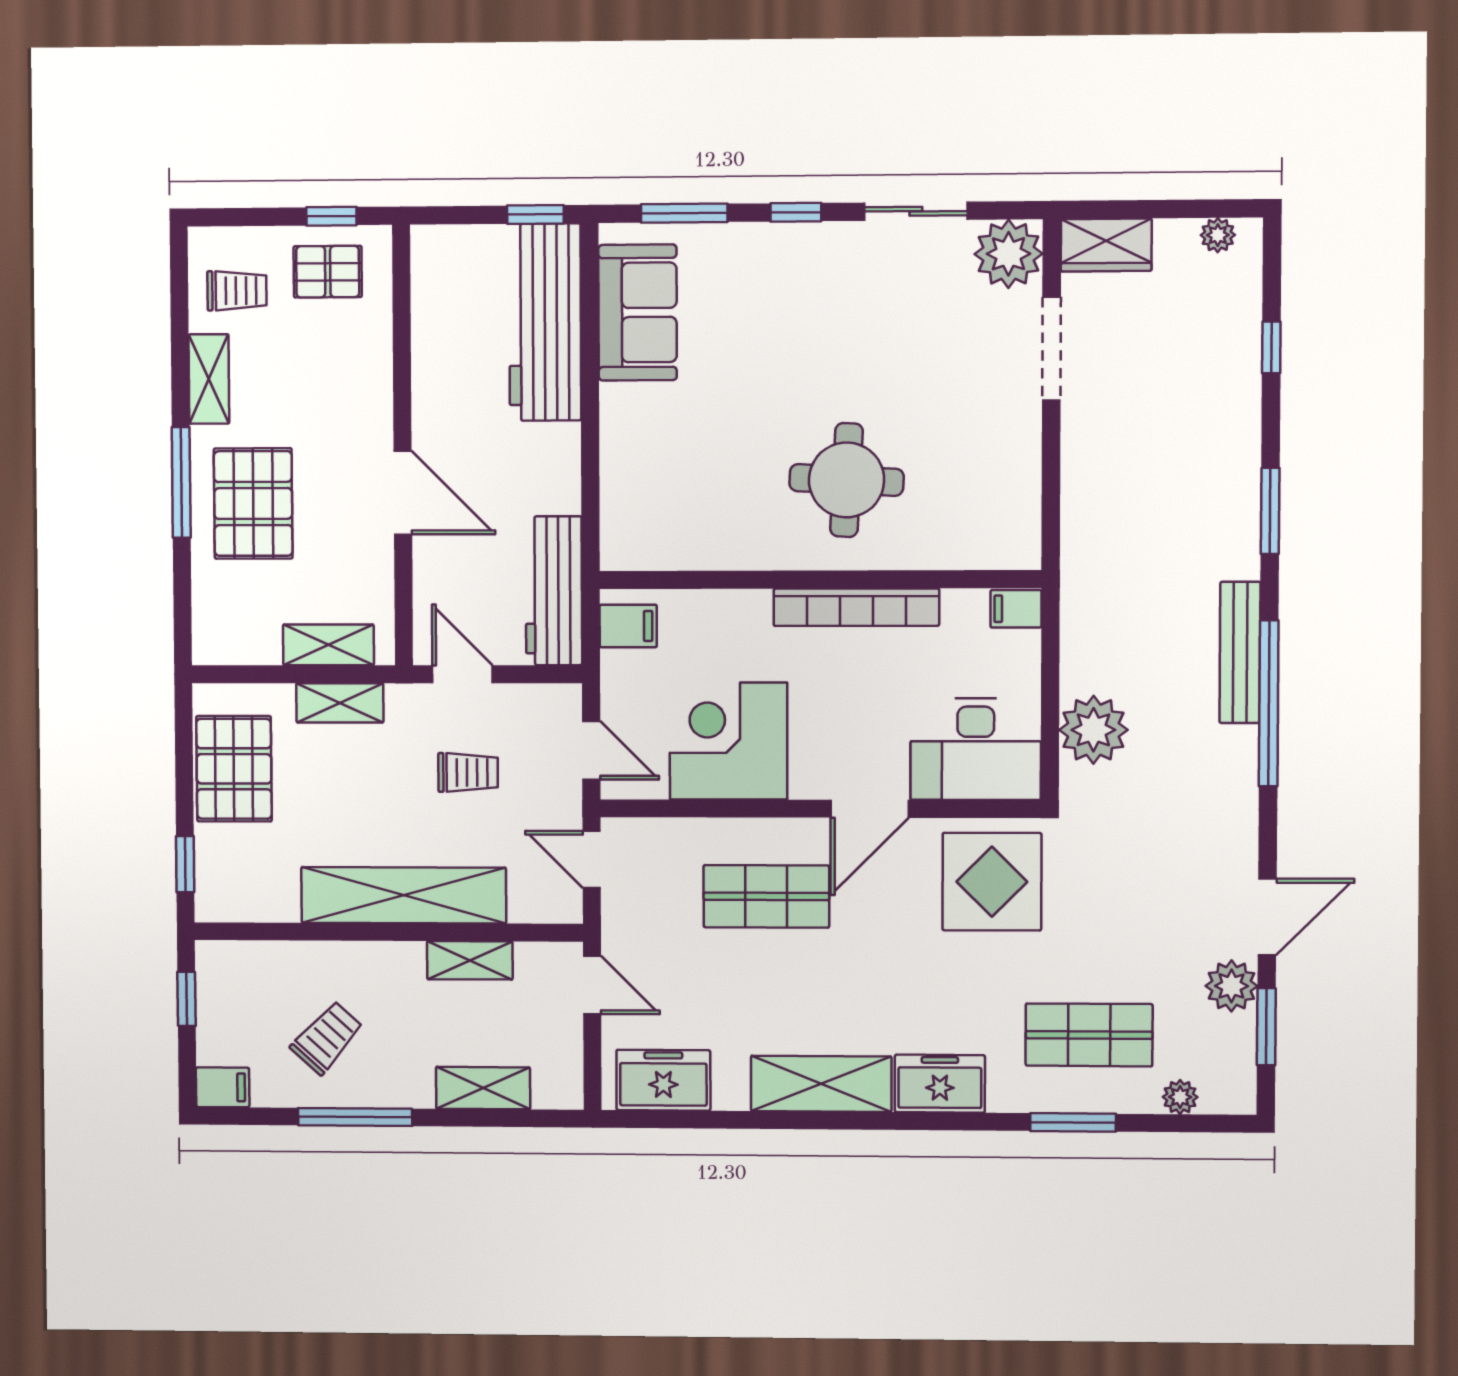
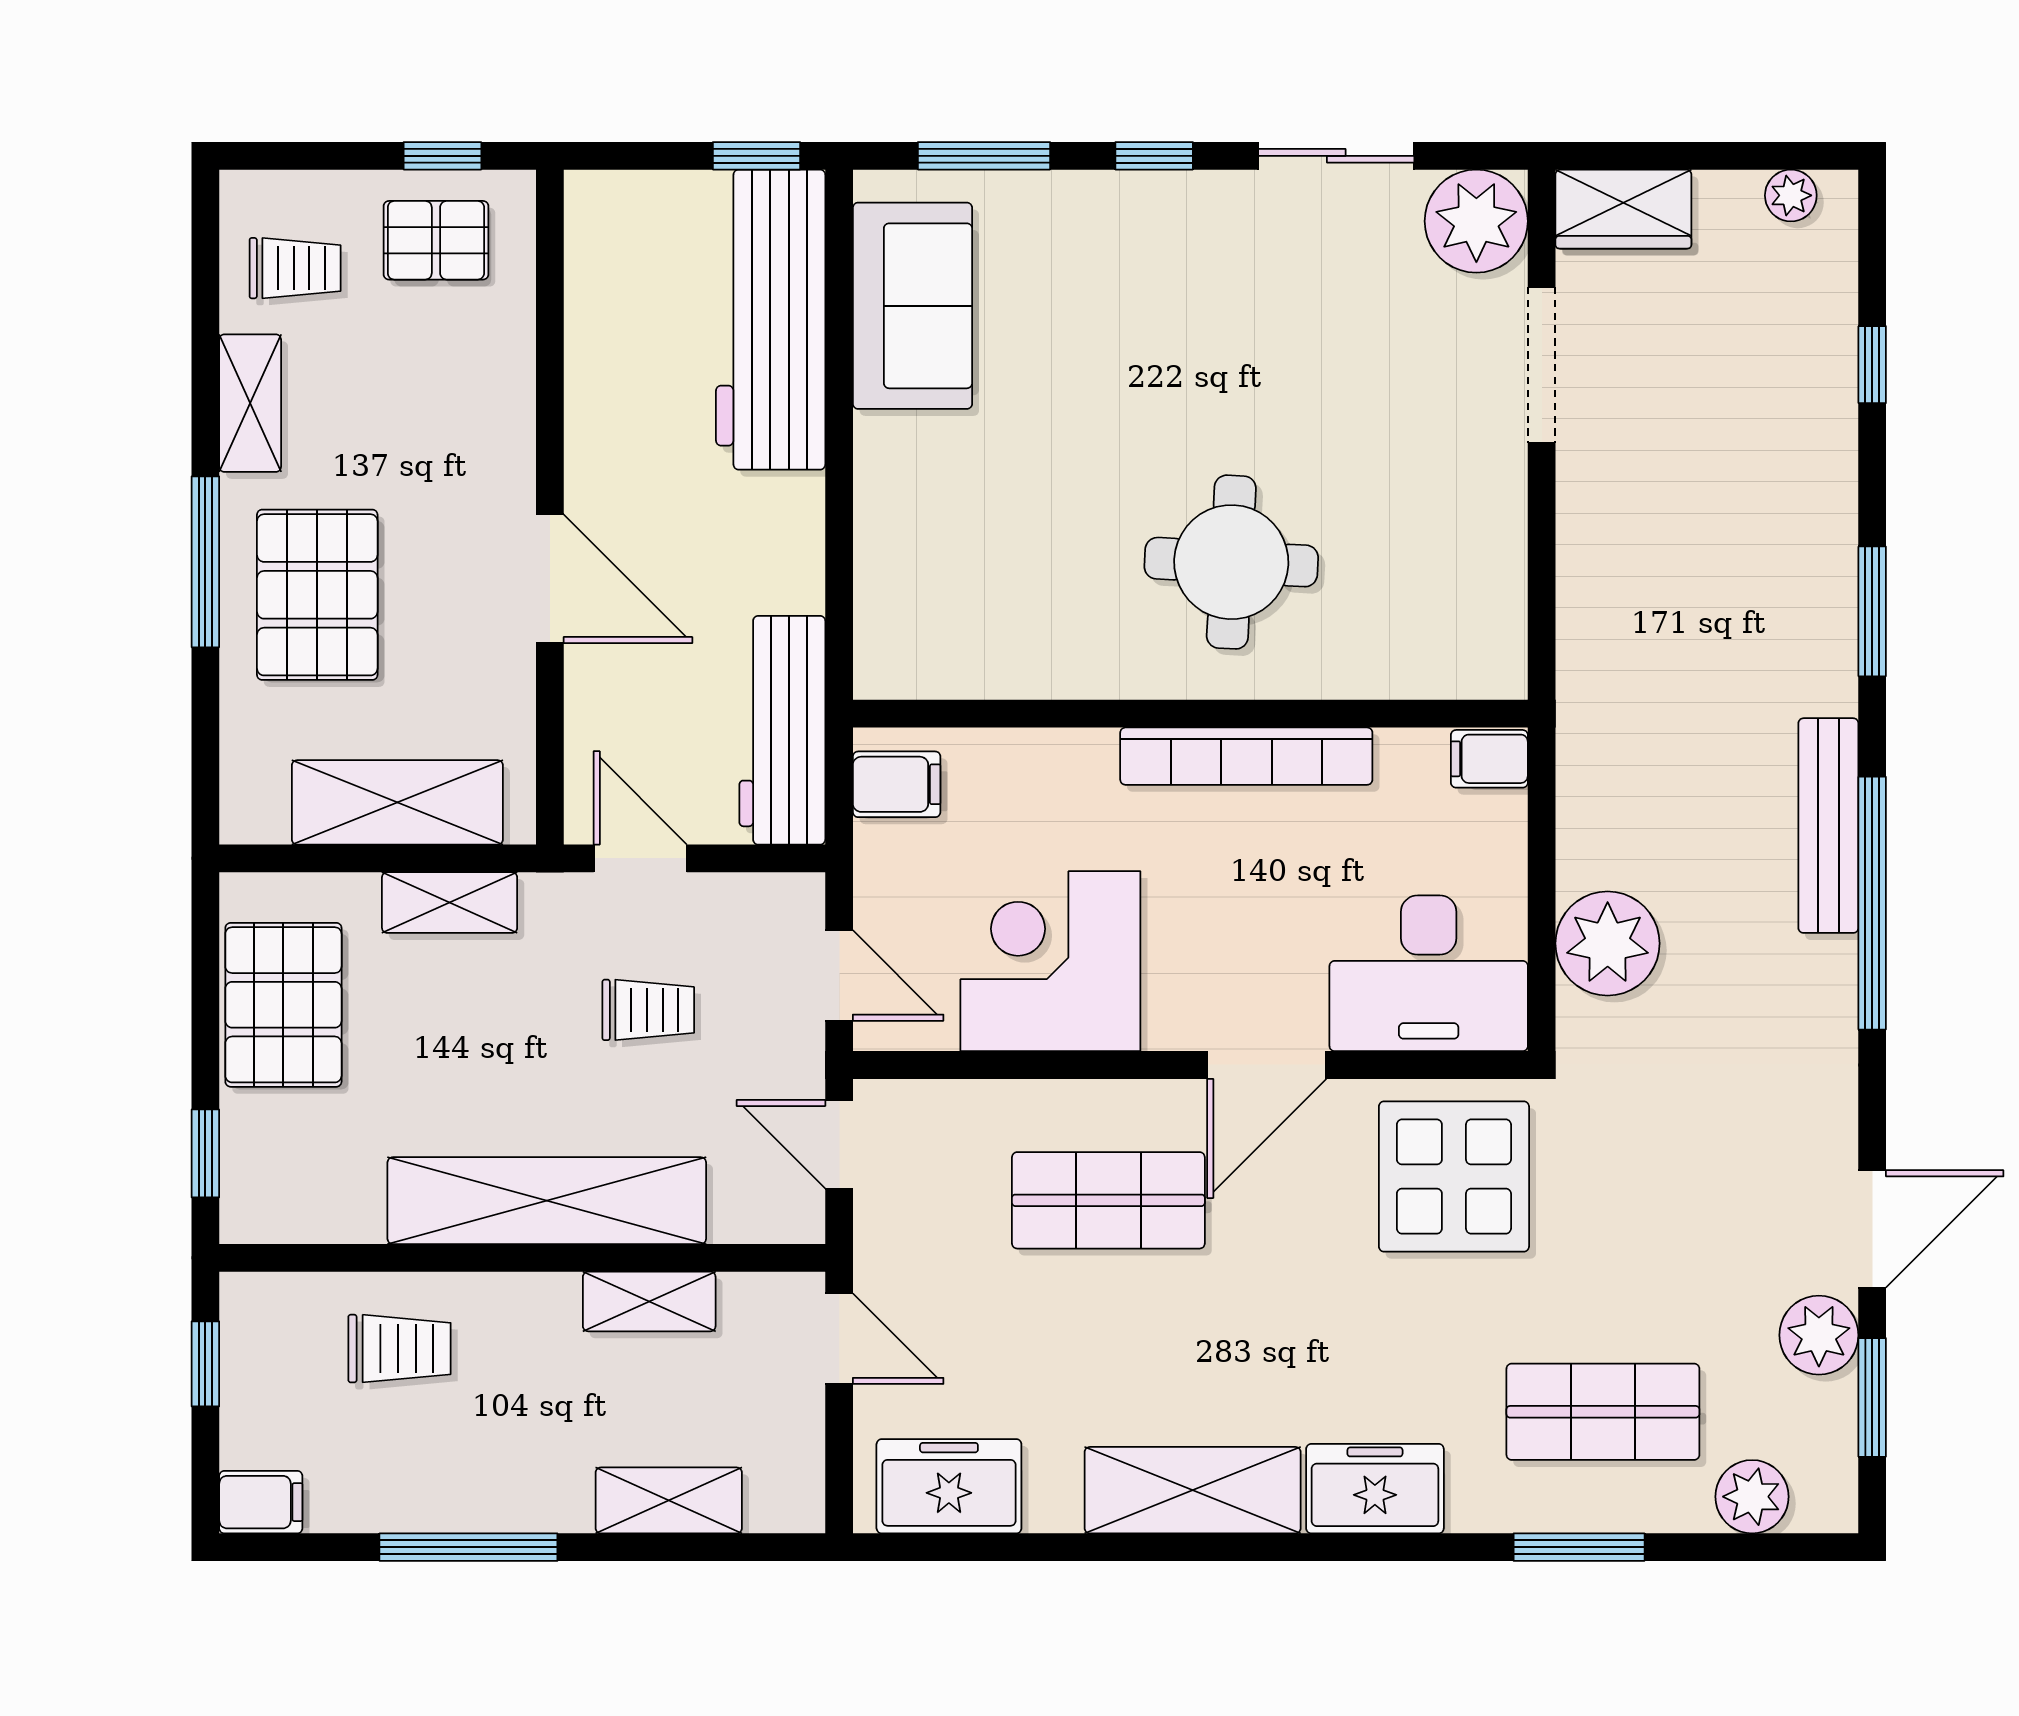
shelving: (328, 645) -> (397, 802), width x1.50, depth x1.33
trolley: (327, 1038) -> (400, 1349), moved, turned 48
plant: (1180, 1097) -> (1752, 1497), width x1.38, depth x1.38

